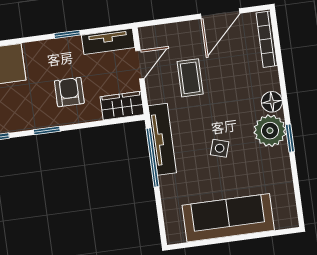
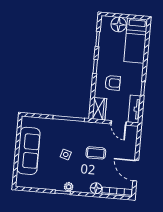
coffee table: (190, 78) -> (96, 153), moved
floor lamp: (272, 102) -> (96, 188), moved
plant: (270, 131) -> (69, 187), width x0.53, depth x0.53
tv unit: (162, 139) -> (77, 126), removed

